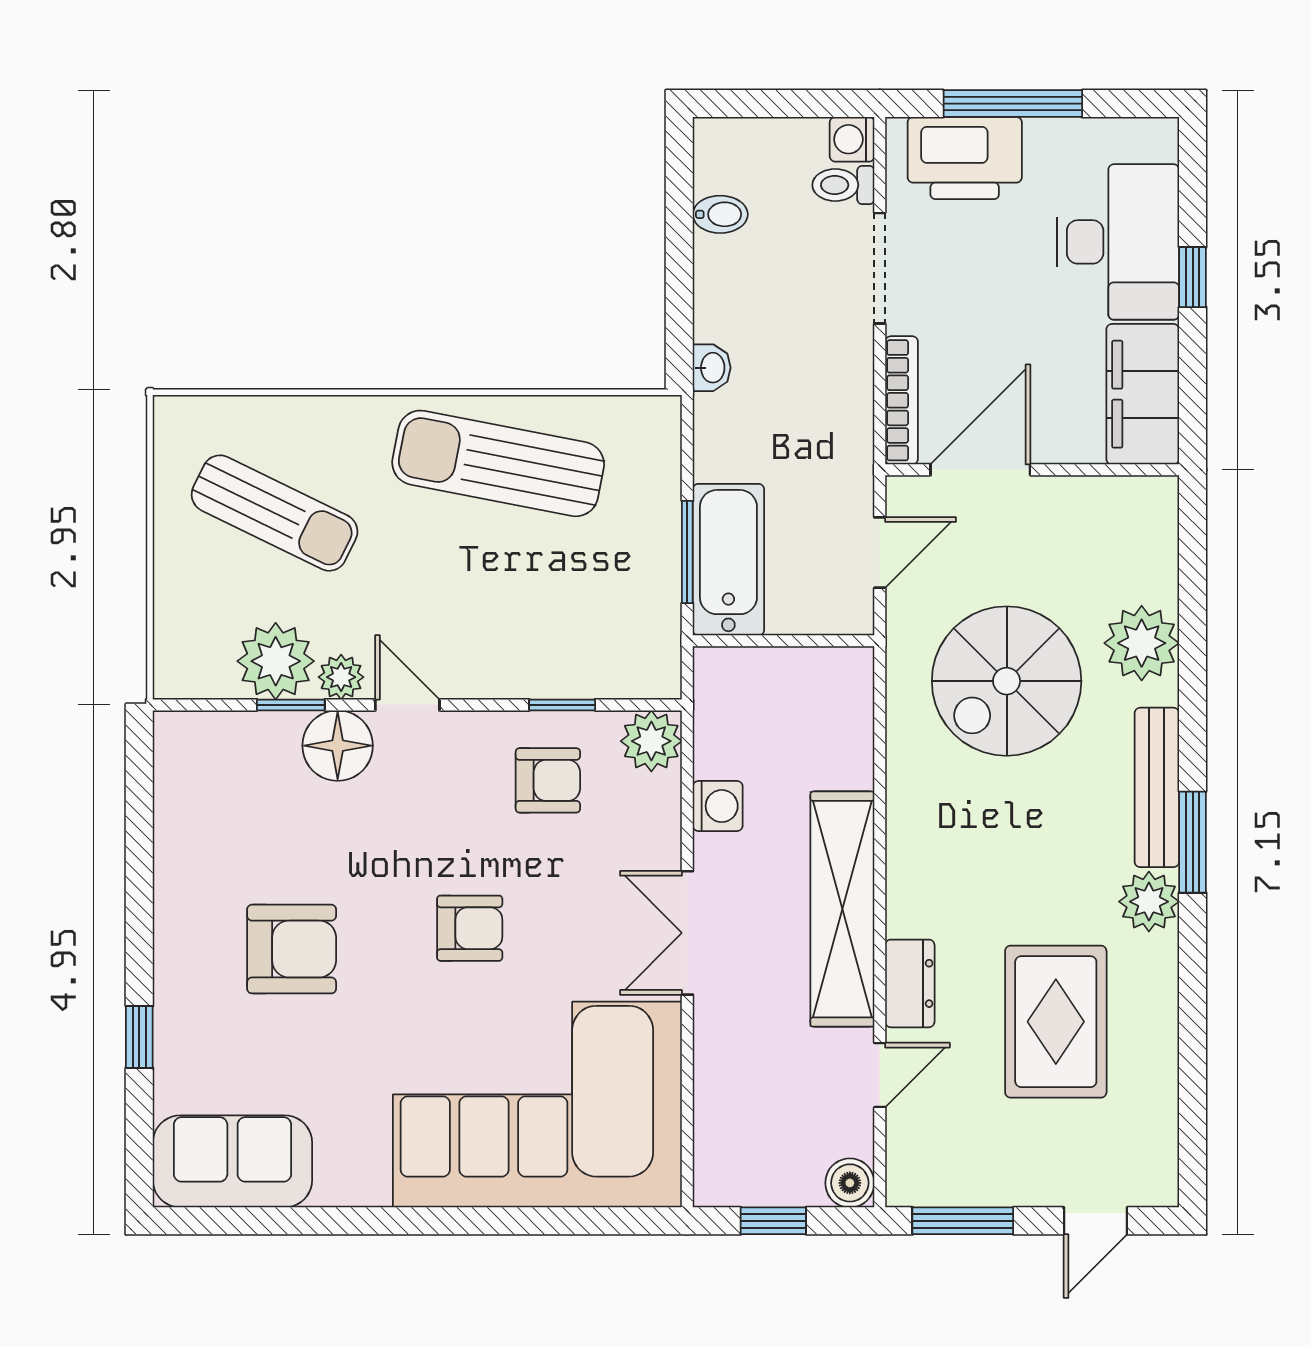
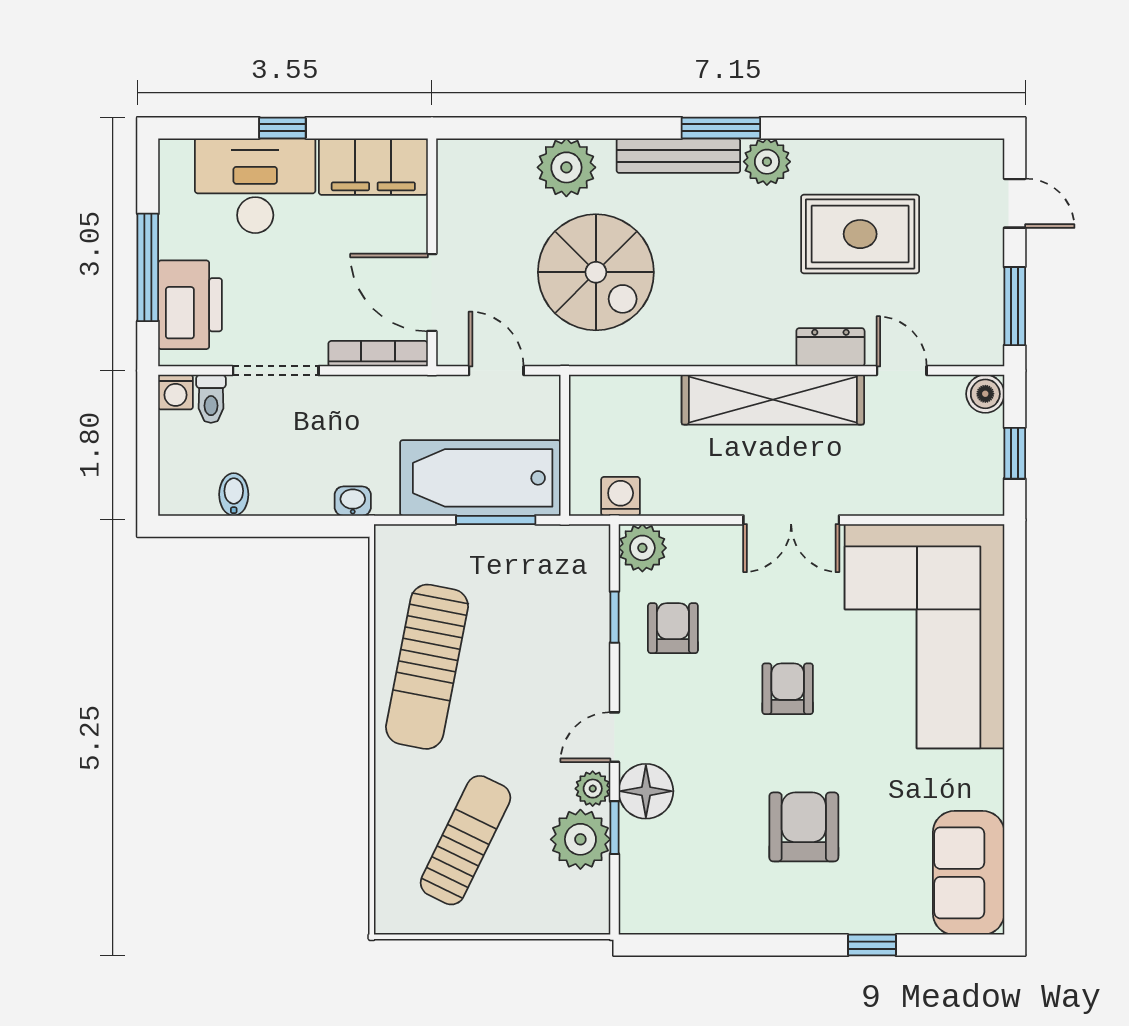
bathtub: (728, 560) -> (480, 478), width x1.36, depth x1.36
washing machine: (718, 806) -> (621, 496), moved

